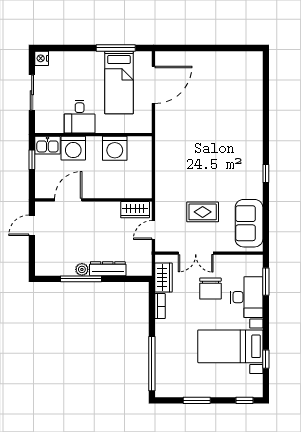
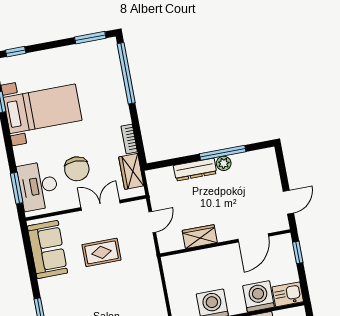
window: (32, 160) -> (298, 252), moved
wardrobe: (135, 210) -> (200, 237), moved
chair: (210, 289) -> (77, 169), turned 180
desk: (247, 297) -> (38, 186), moved
window: (197, 400) -> (90, 38), moved

